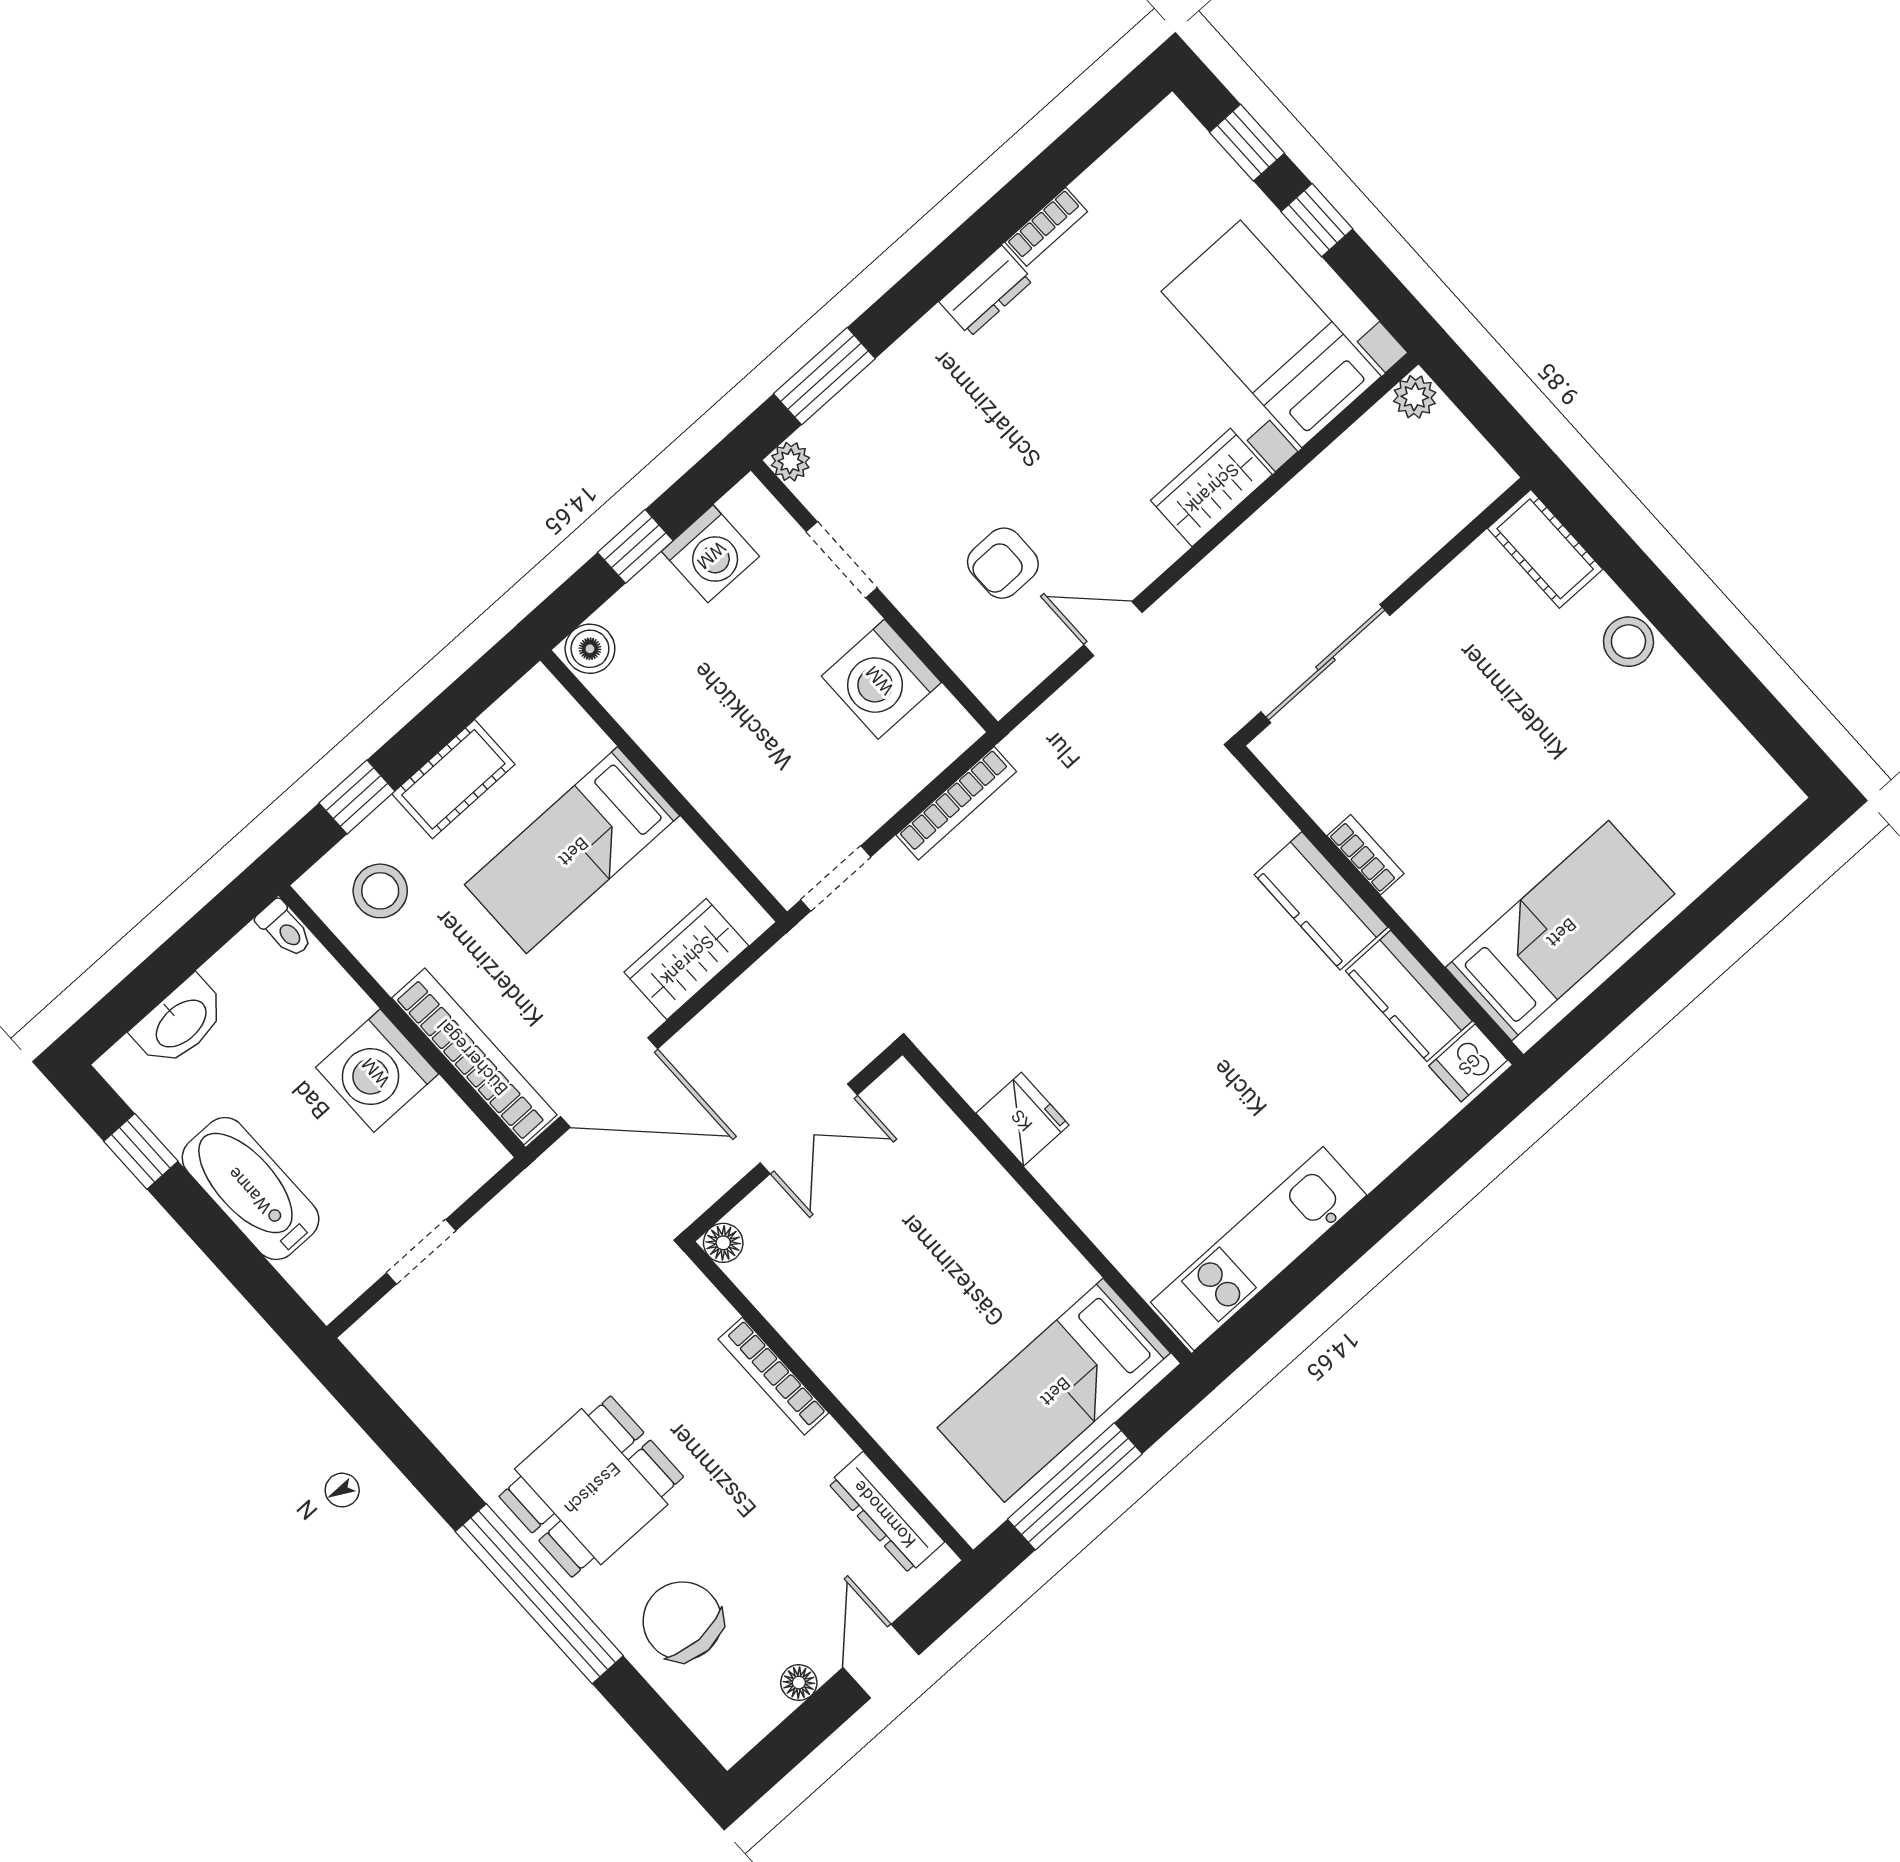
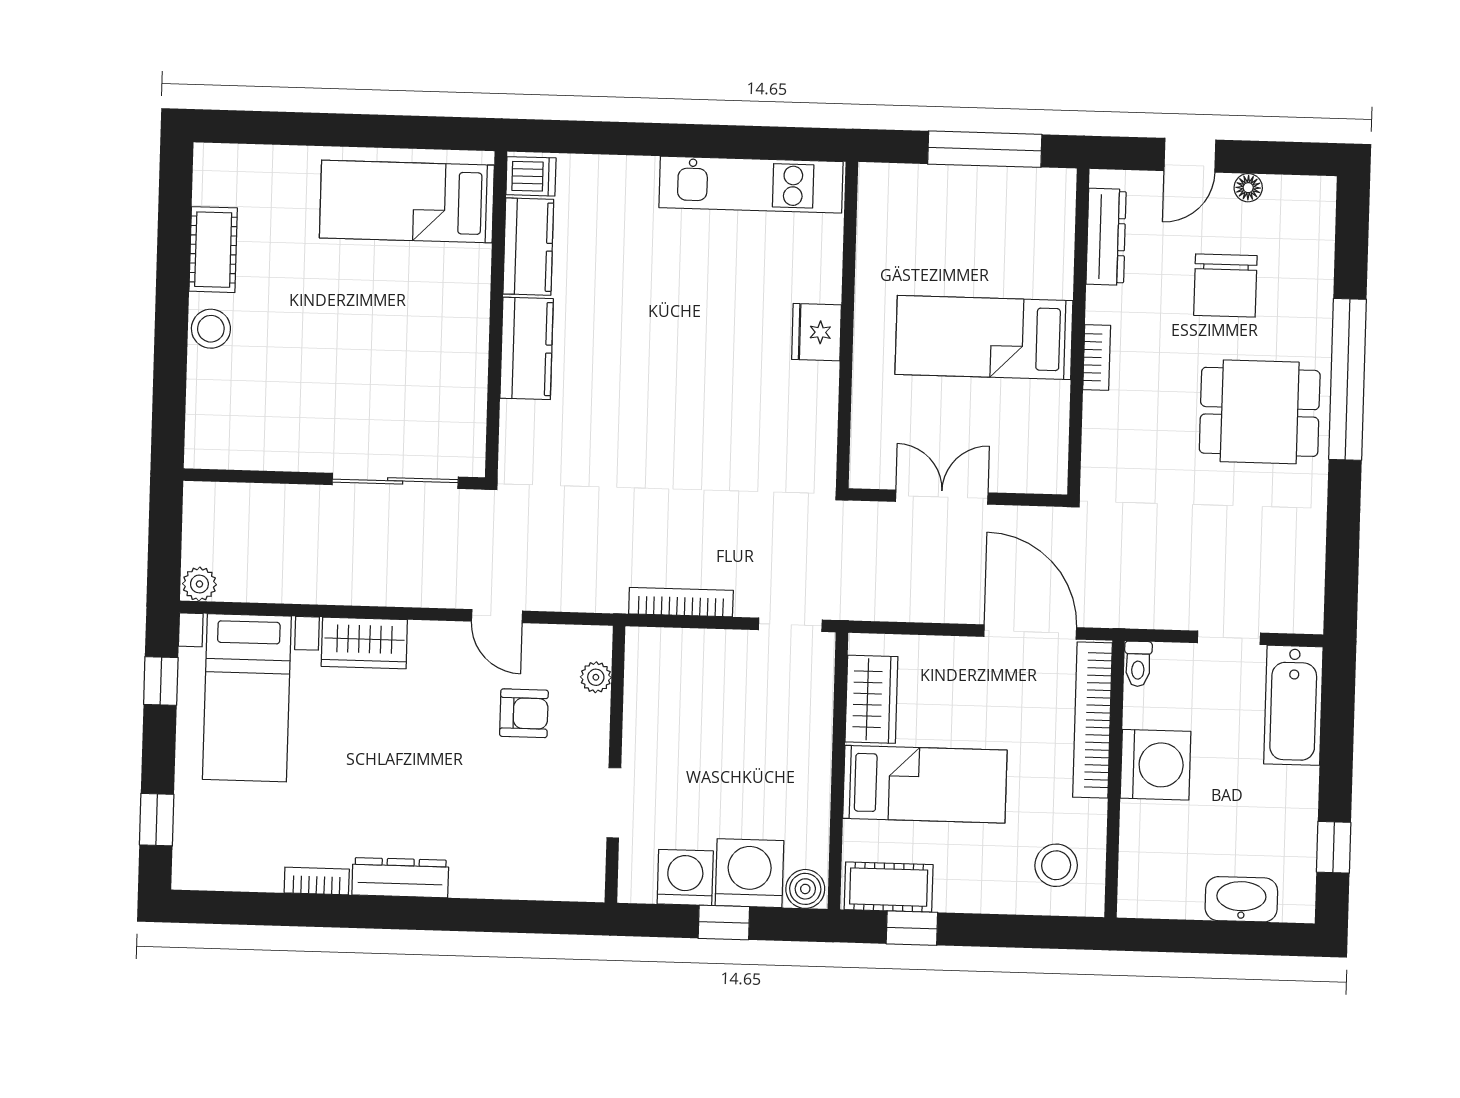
window: (1317, 220) -> (161, 681), moved
dresser: (986, 291) -> (400, 878), width x1.44
window: (824, 376) -> (524, 917), removed
plant: (790, 462) -> (596, 677), moved
cot: (1545, 549) -> (213, 250), moved
washing machine: (881, 679) -> (749, 873), moved, turned -90
cot: (453, 779) -> (889, 887), moved
window: (357, 797) -> (912, 928), moved
bookcase: (1365, 855) -> (476, 350), removed
toilet: (285, 929) -> (1138, 664), moved, turned 180
wardrobe: (686, 959) -> (871, 699), moved, turned -90
fridge: (1023, 1119) -> (816, 332), moved
bathtub: (251, 1189) -> (1293, 705), moved
floor lamp: (723, 1243) -> (1052, 479), removed
bookcase: (773, 1376) -> (1097, 357), width x0.64
bed: (1054, 1390) -> (984, 337), moved, turned 180
chair: (682, 1621) -> (1225, 285), moved

